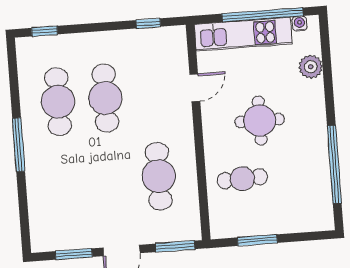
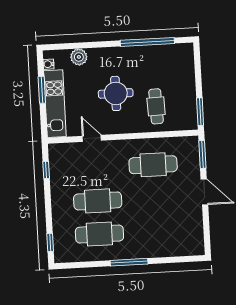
window: (262, 15) -> (42, 90), width x0.47
window: (257, 240) -> (200, 112), moved
window: (74, 254) -> (206, 225), removed

